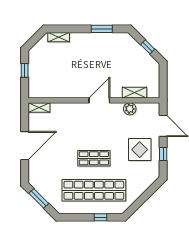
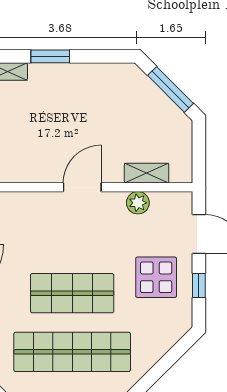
window: (102, 29) -> (50, 56), moved
window: (148, 47) -> (170, 89), width x2.17
shop shelf: (94, 158) -> (72, 293), width x1.43, depth x1.36

